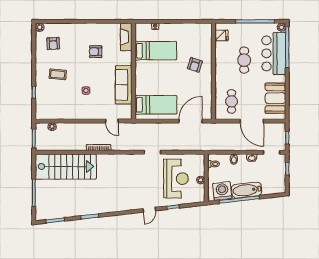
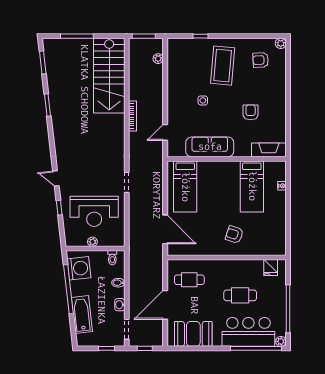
coffee table: (58, 74) -> (223, 66), width x1.86, depth x1.72
bathtub: (247, 190) -> (82, 315), moved

